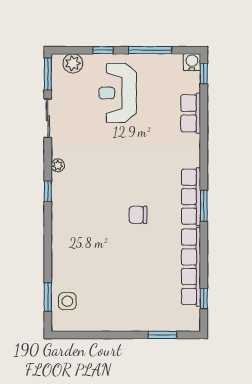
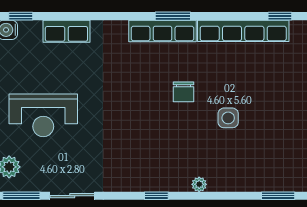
plant: (58, 165) -> (199, 184), moved
side table: (67, 301) -> (228, 118), moved

